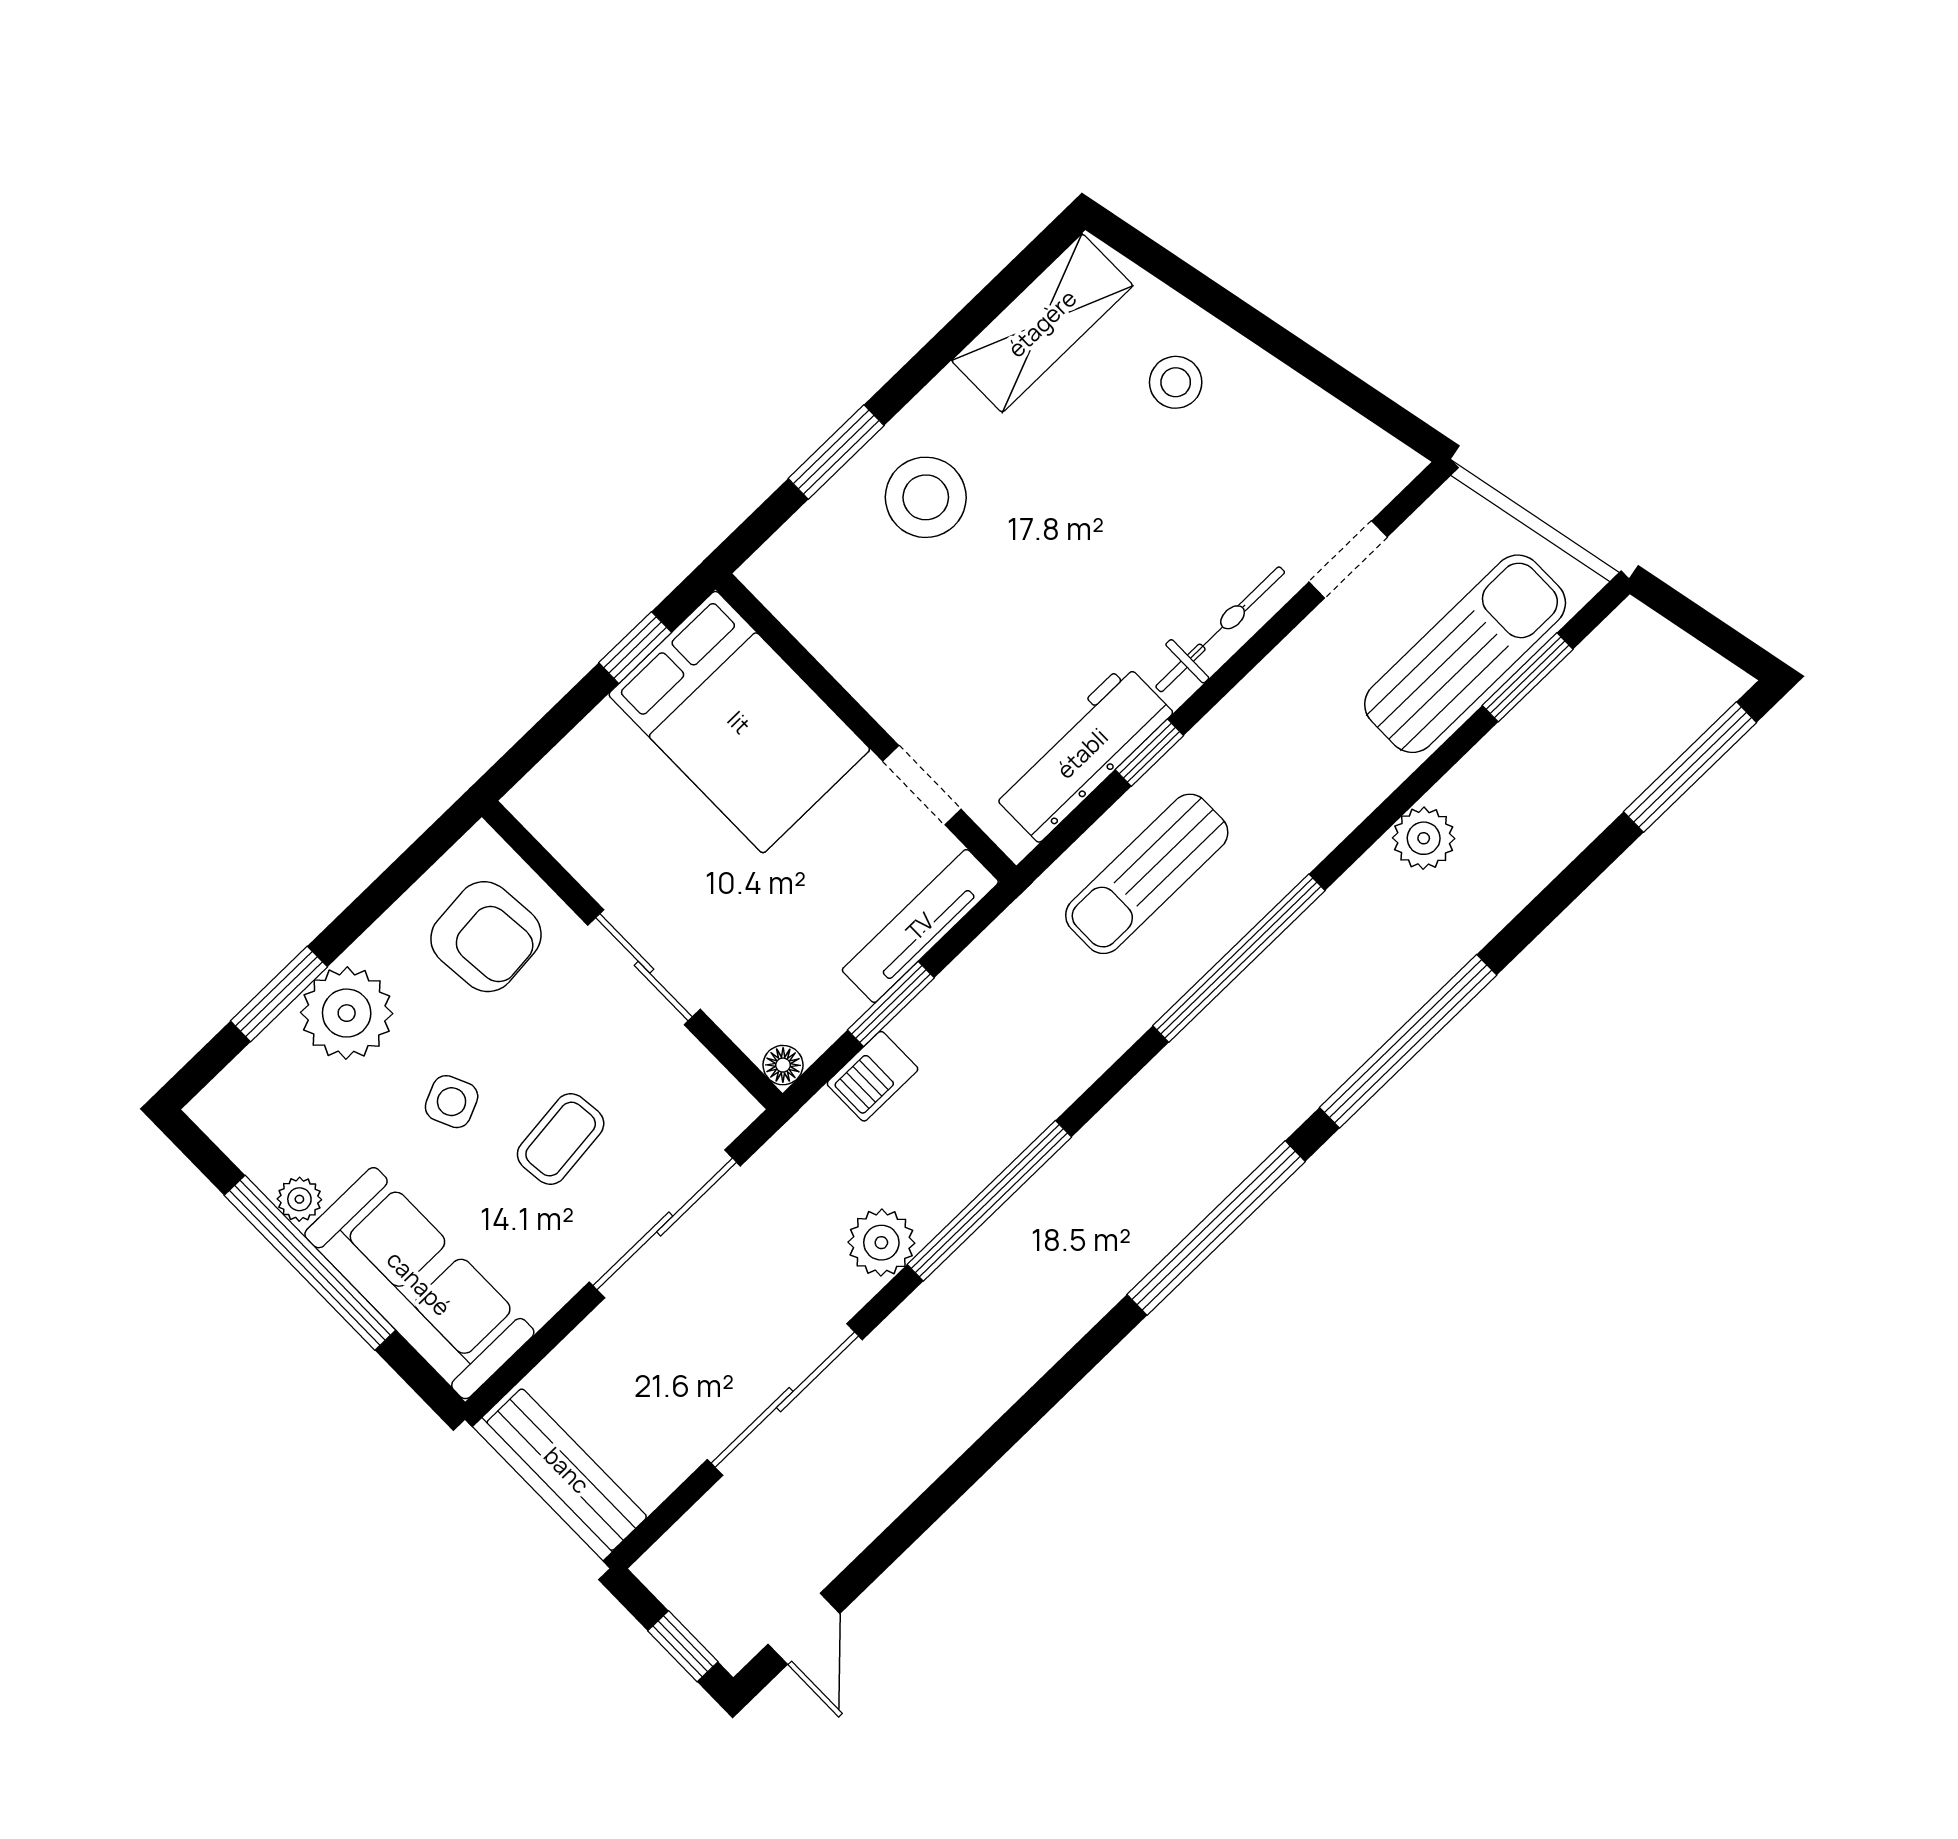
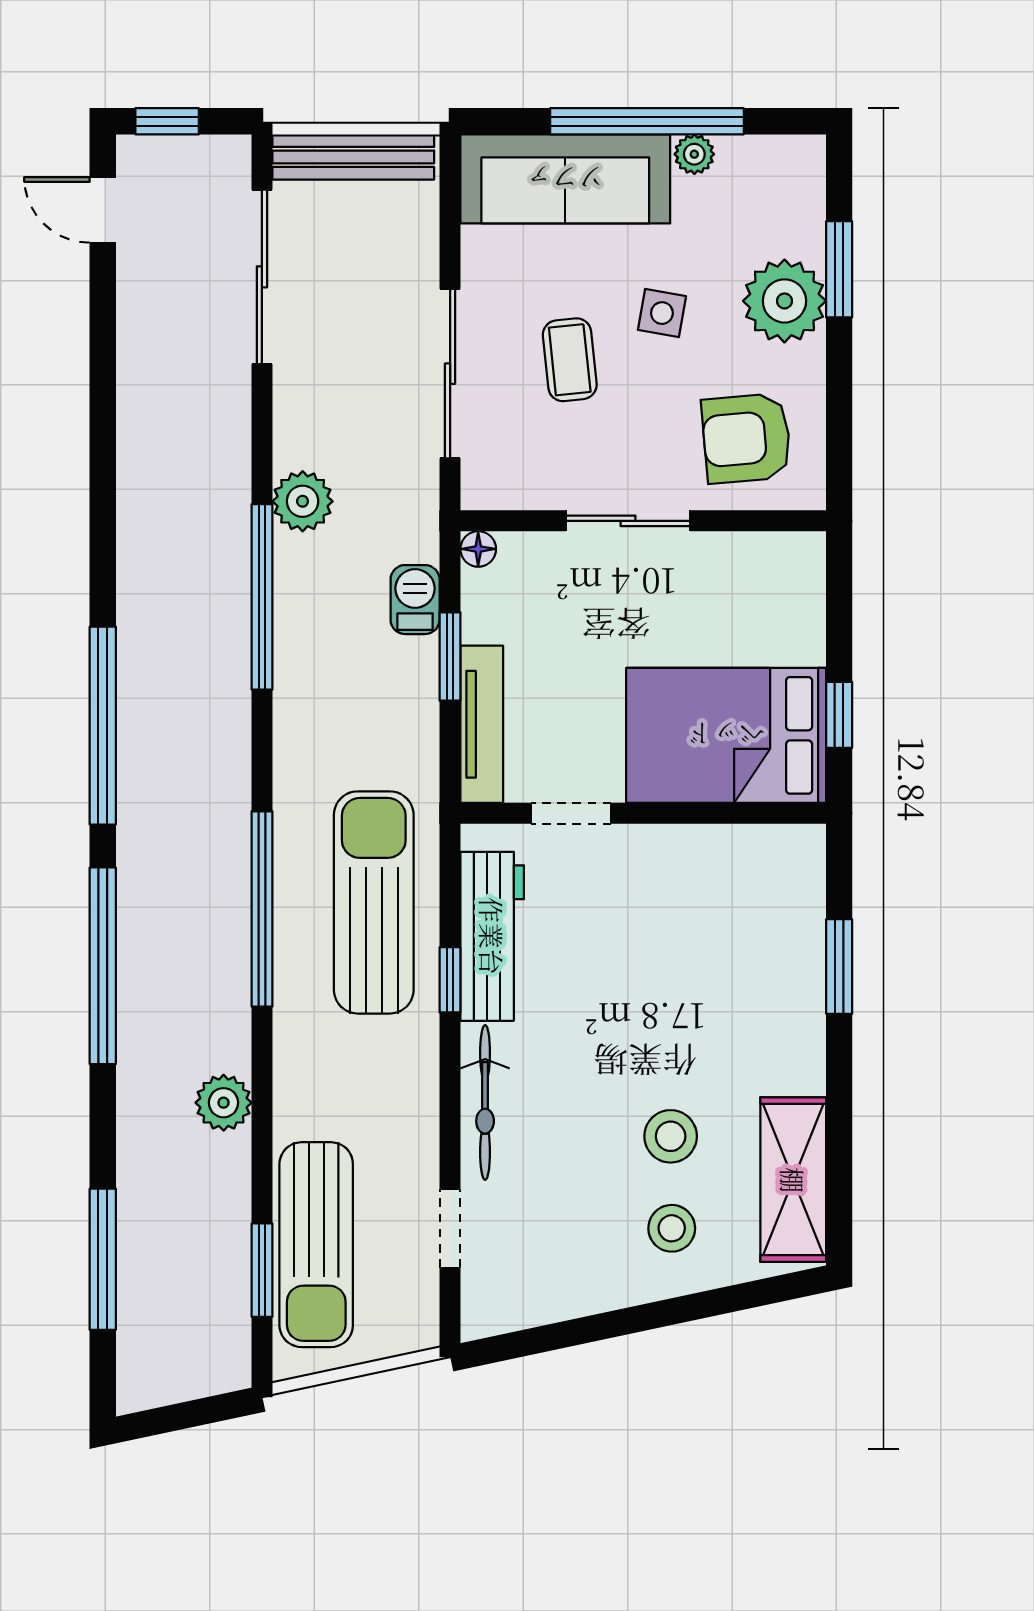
stool: (926, 497) -> (671, 1136), moved, width x0.73, depth x0.73
window: (1690, 767) -> (103, 1259), moved
sun lounger: (1147, 874) -> (374, 902), width x1.36, depth x1.34
side table: (452, 1102) -> (662, 313), turned 34
sliding door: (785, 1400) -> (262, 277), moved

